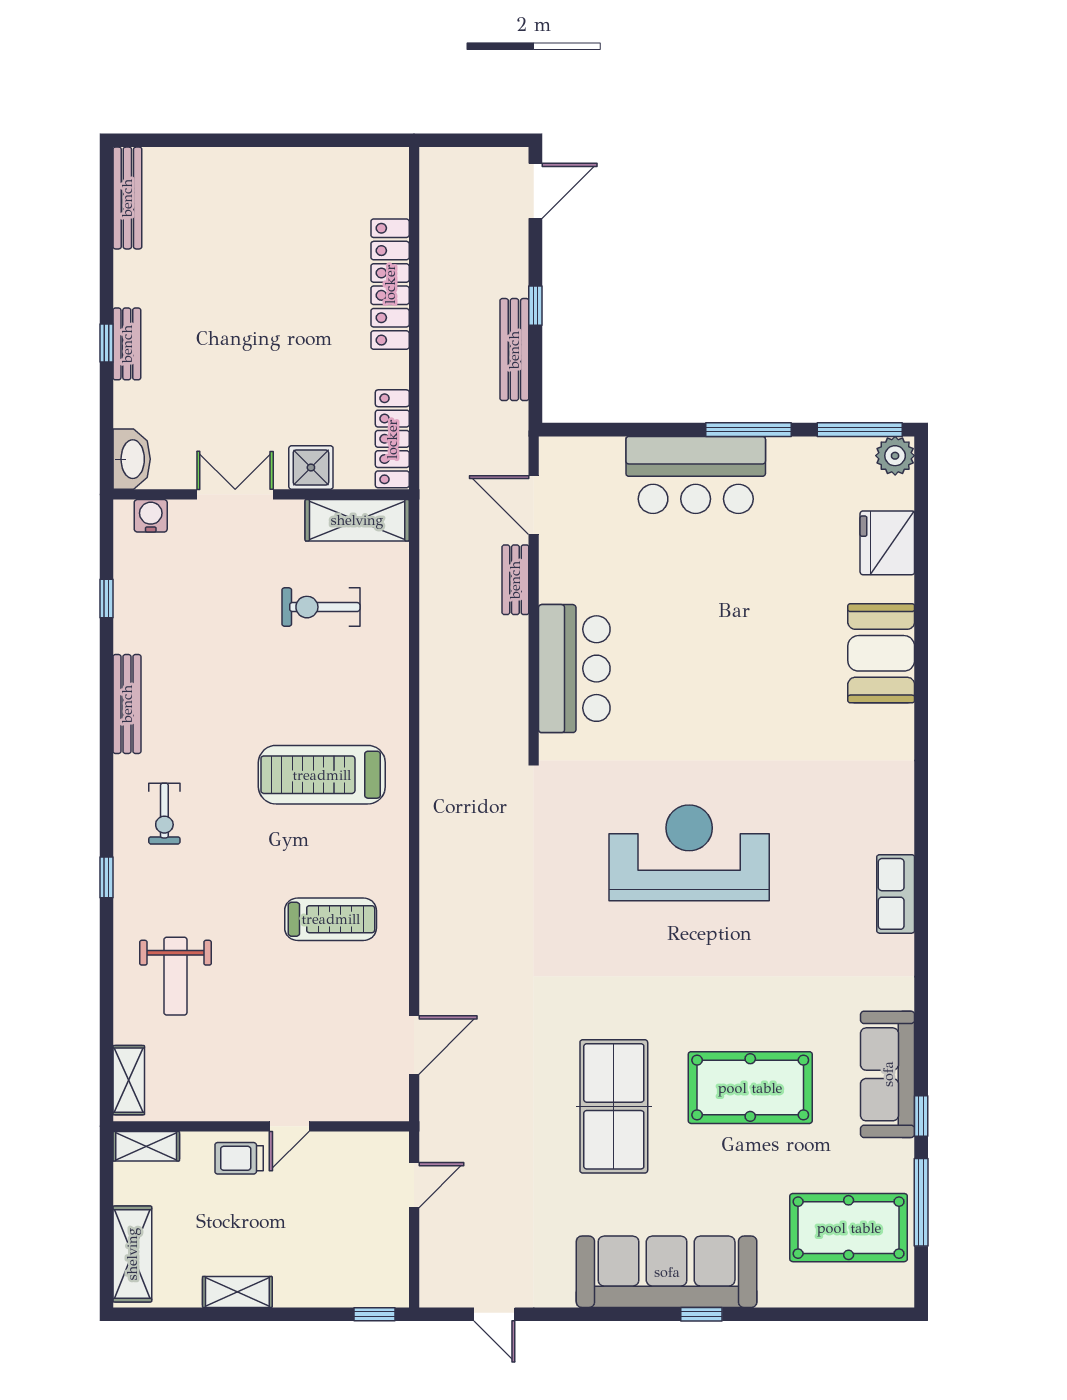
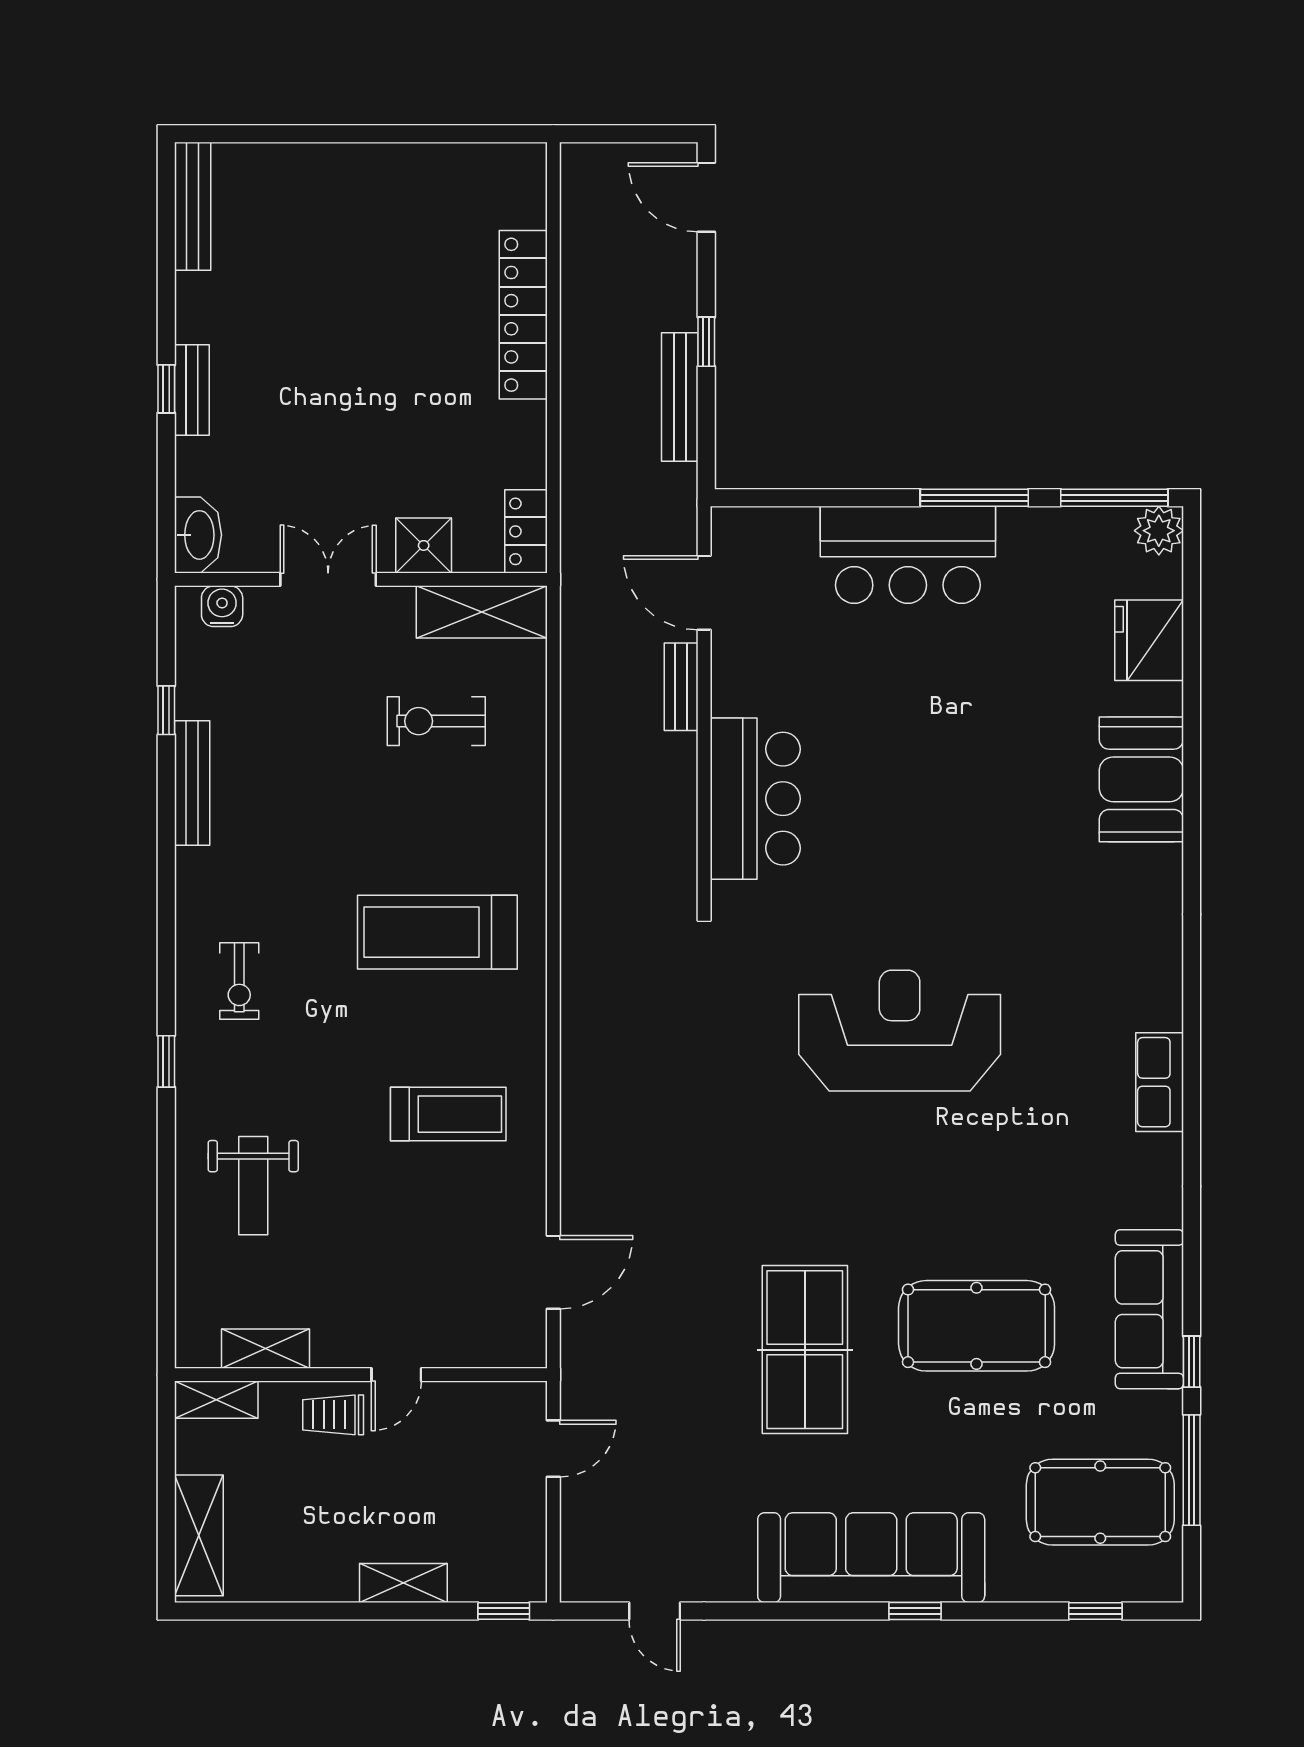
door: (535, 191) -> (706, 197), swing flipped
locker: (392, 439) -> (526, 531), width x0.66
bench: (127, 704) -> (192, 783), moved
shelving: (129, 1080) -> (266, 1349), moved, turned 90
shelving: (237, 1292) -> (403, 1583), moved
window: (845, 1314) -> (1095, 1611), added

